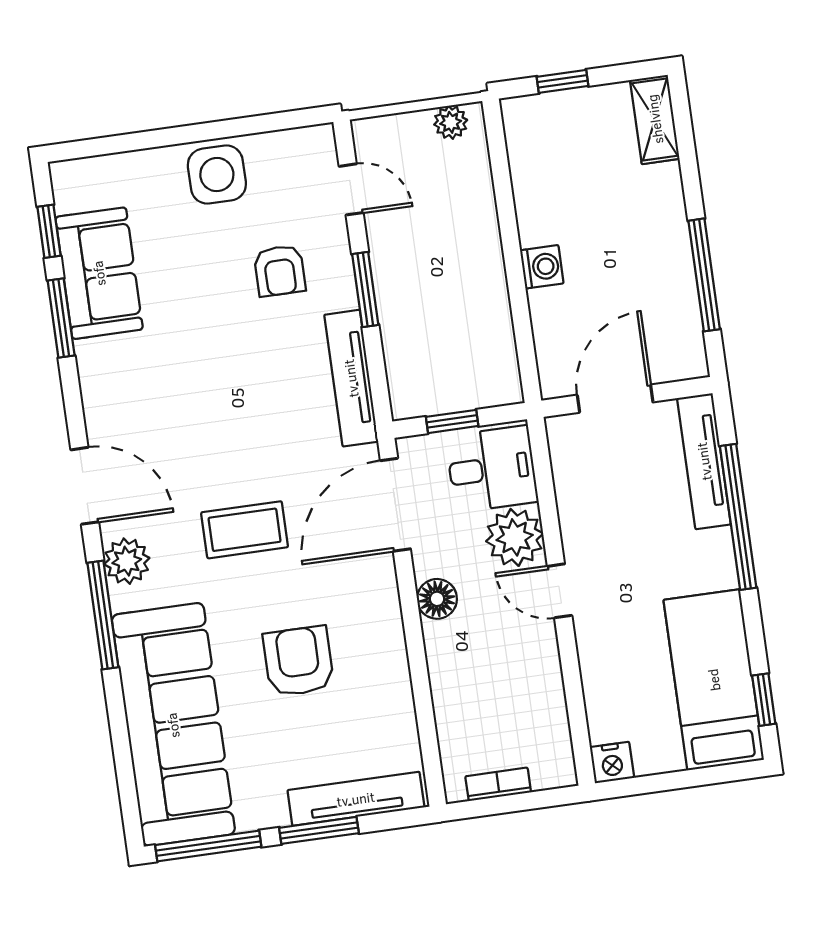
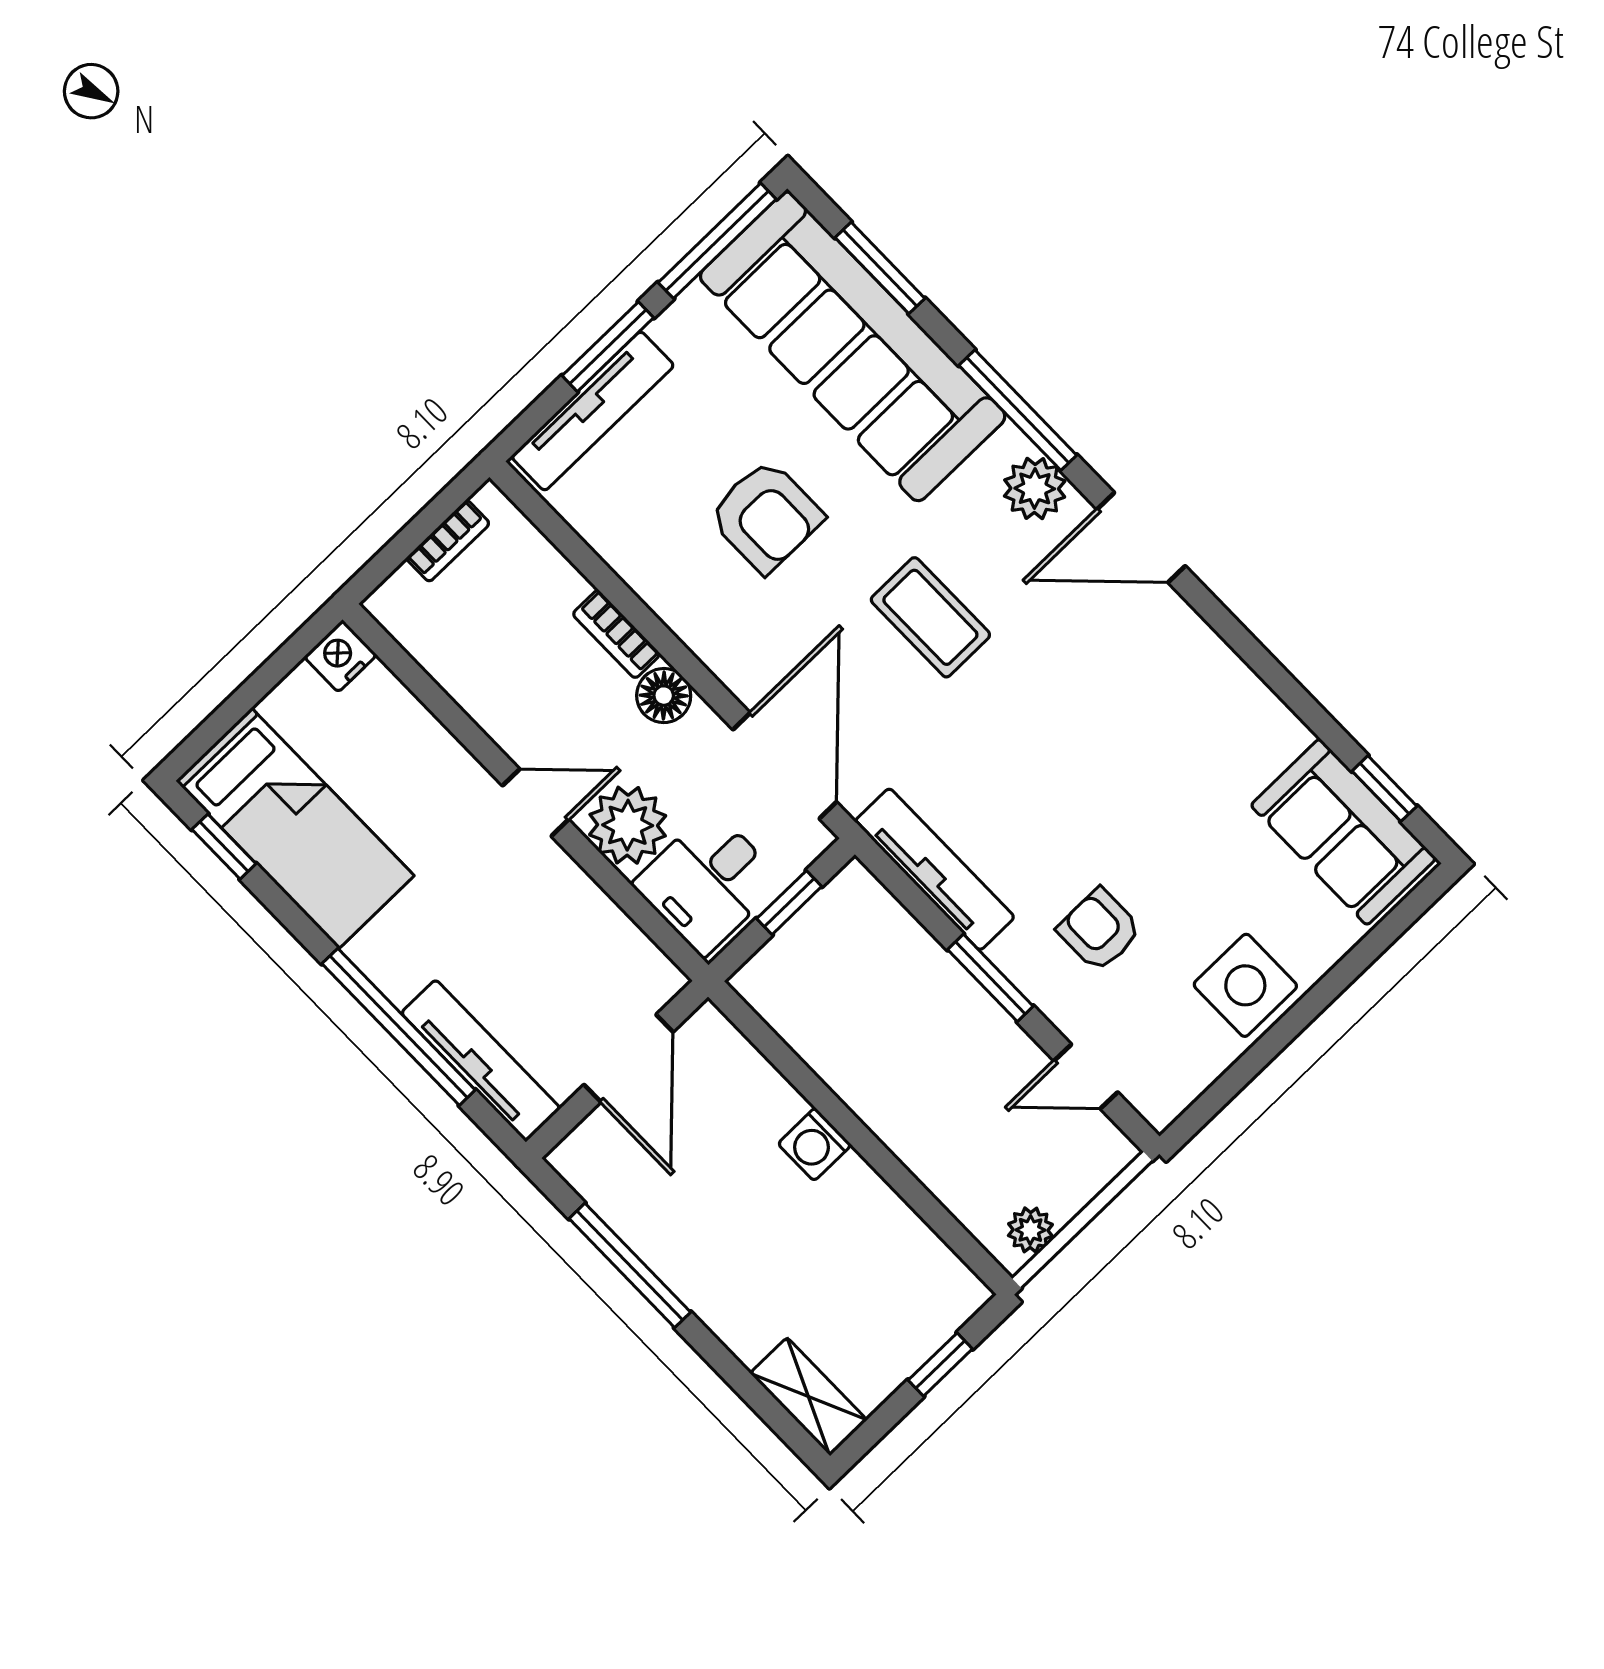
sofa: (99, 273) -> (1343, 832), moved
window: (61, 318) -> (880, 268), moved
coffee table: (245, 530) -> (930, 617), turned 90
bookcase: (438, 656) -> (616, 634), added

